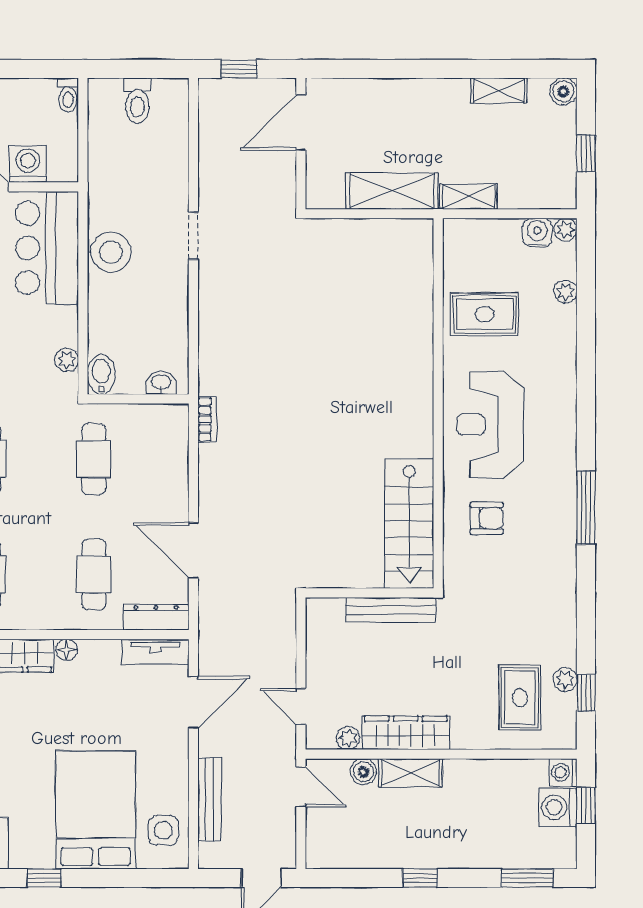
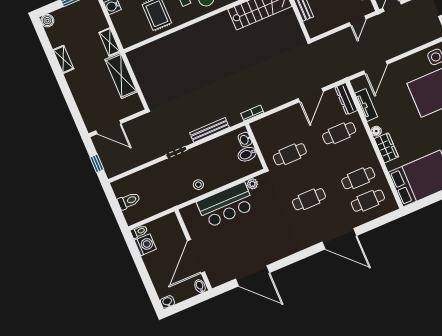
shelving: (499, 90) -> (63, 59), moved
washing machine: (28, 164) -> (145, 245), moved, turned 180
bar counter: (47, 248) -> (226, 205), moved
stool: (111, 252) -> (198, 185), width x0.53, depth x0.53
bidet: (101, 374) -> (247, 154), moved
tv unit: (155, 652) -> (366, 105), moved
door: (193, 702) -> (375, 67), swing flipped
bench: (210, 799) -> (209, 130), moved

